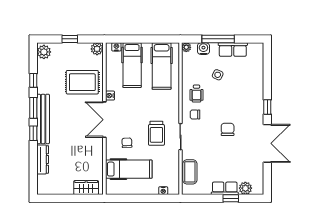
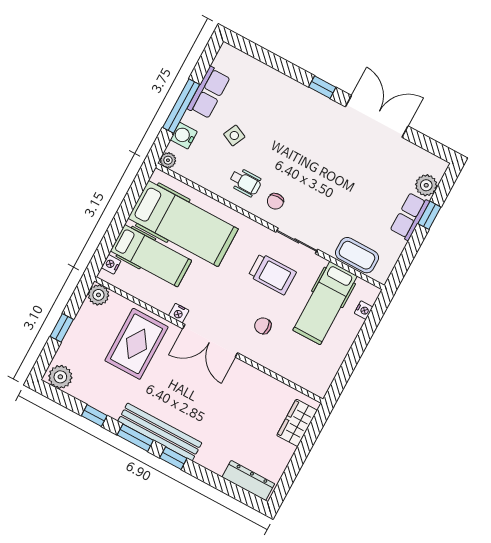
hospital bed: (162, 66) -> (183, 224), width x1.37, depth x1.29
chair: (228, 129) -> (324, 165), removed
dresser: (43, 159) -> (248, 480), moved
hospital bed: (129, 169) -> (325, 303), moved, turned 180

